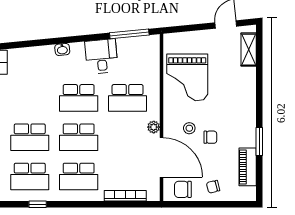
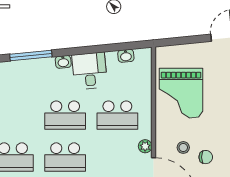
window: (129, 34) -> (31, 55), moved
washbasin: (136, 42) -> (126, 56), added
washbasin: (62, 49) -> (63, 62), moved

